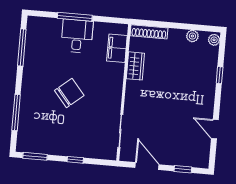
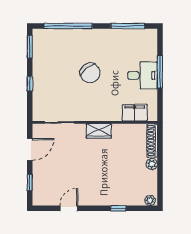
plant: (192, 36) -> (152, 164), moved
wardrobe: (135, 66) -> (99, 131), moved
window: (16, 113) -> (68, 26), width x1.46

